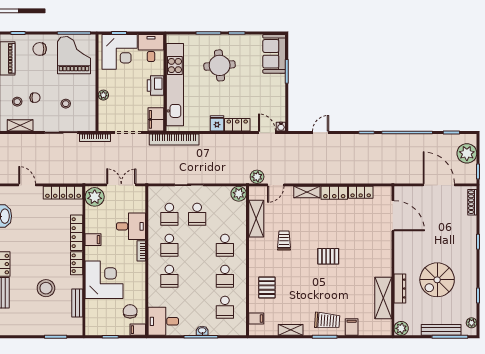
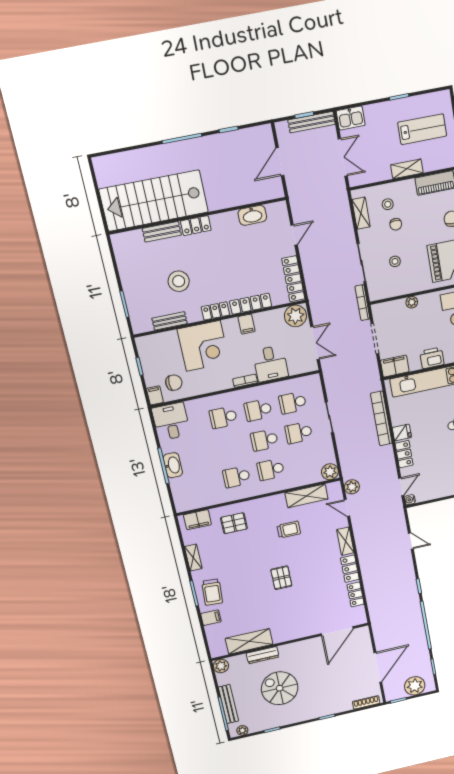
bookcase: (174, 139) -> (381, 418), moved
school desk: (225, 307) -> (264, 440), moved
filing cabinet: (256, 319) -> (197, 520), width x2.00
washbasin: (202, 331) -> (173, 465), width x1.91, depth x1.45

